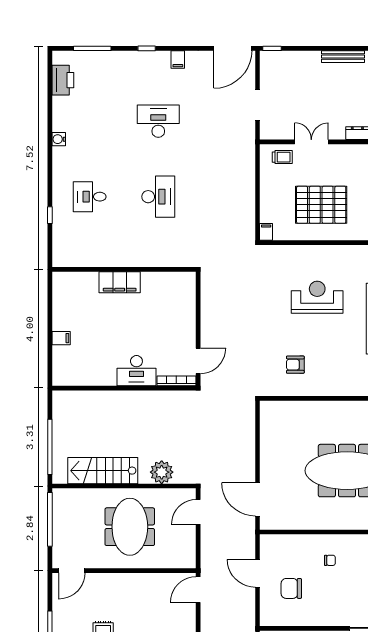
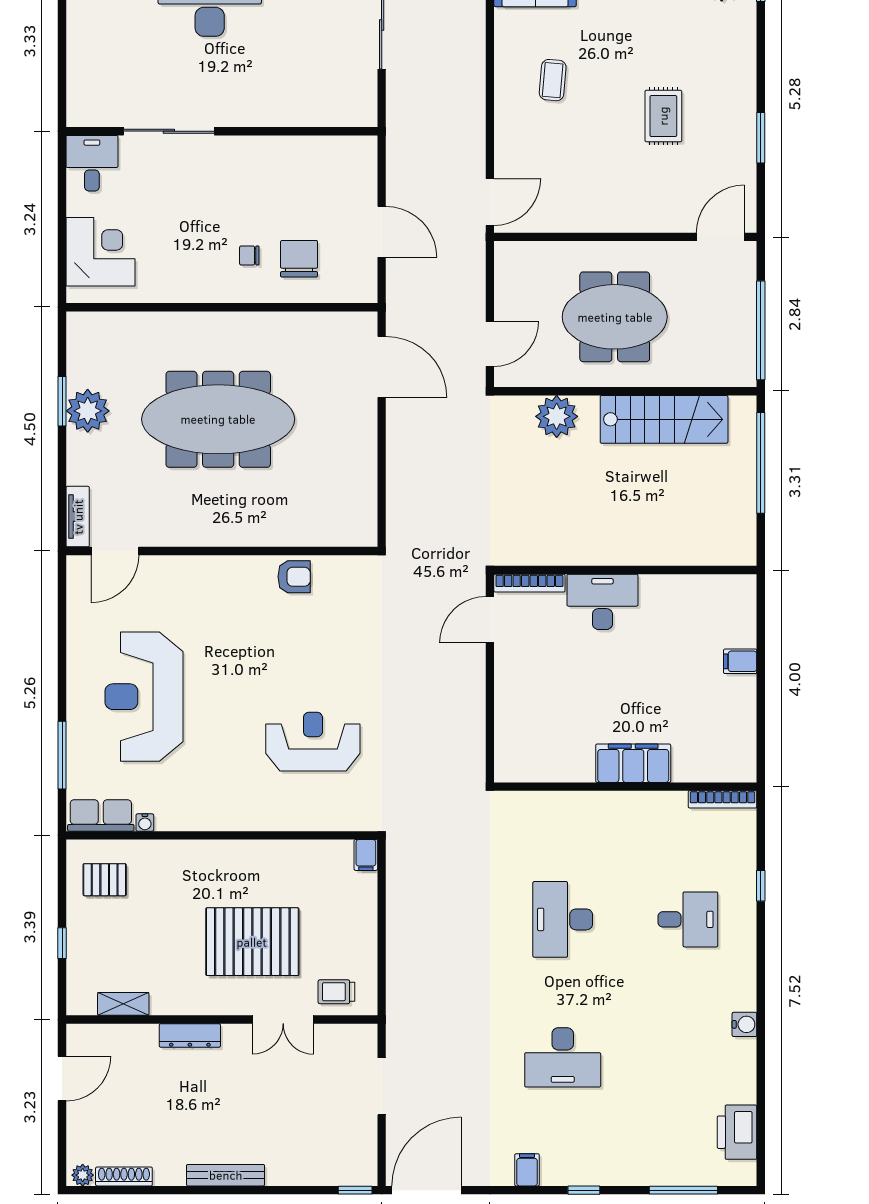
pallet: (321, 205) -> (252, 942), moved
bookcase: (71, 262) -> (723, 799), added
reception desk: (317, 297) -> (313, 742), moved, turned 180
armchair: (295, 365) -> (294, 577), moved
meeting table: (130, 527) -> (615, 317), turned 90
chair: (291, 588) -> (299, 259), moved, turned -90

